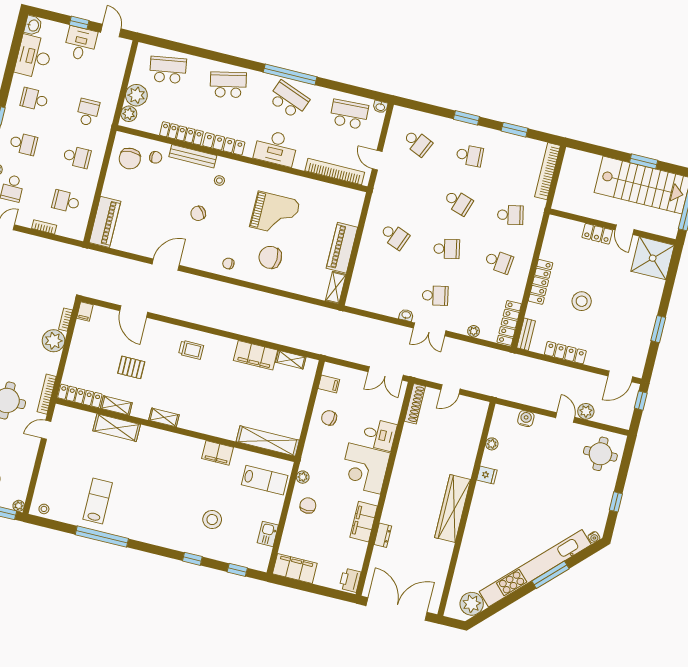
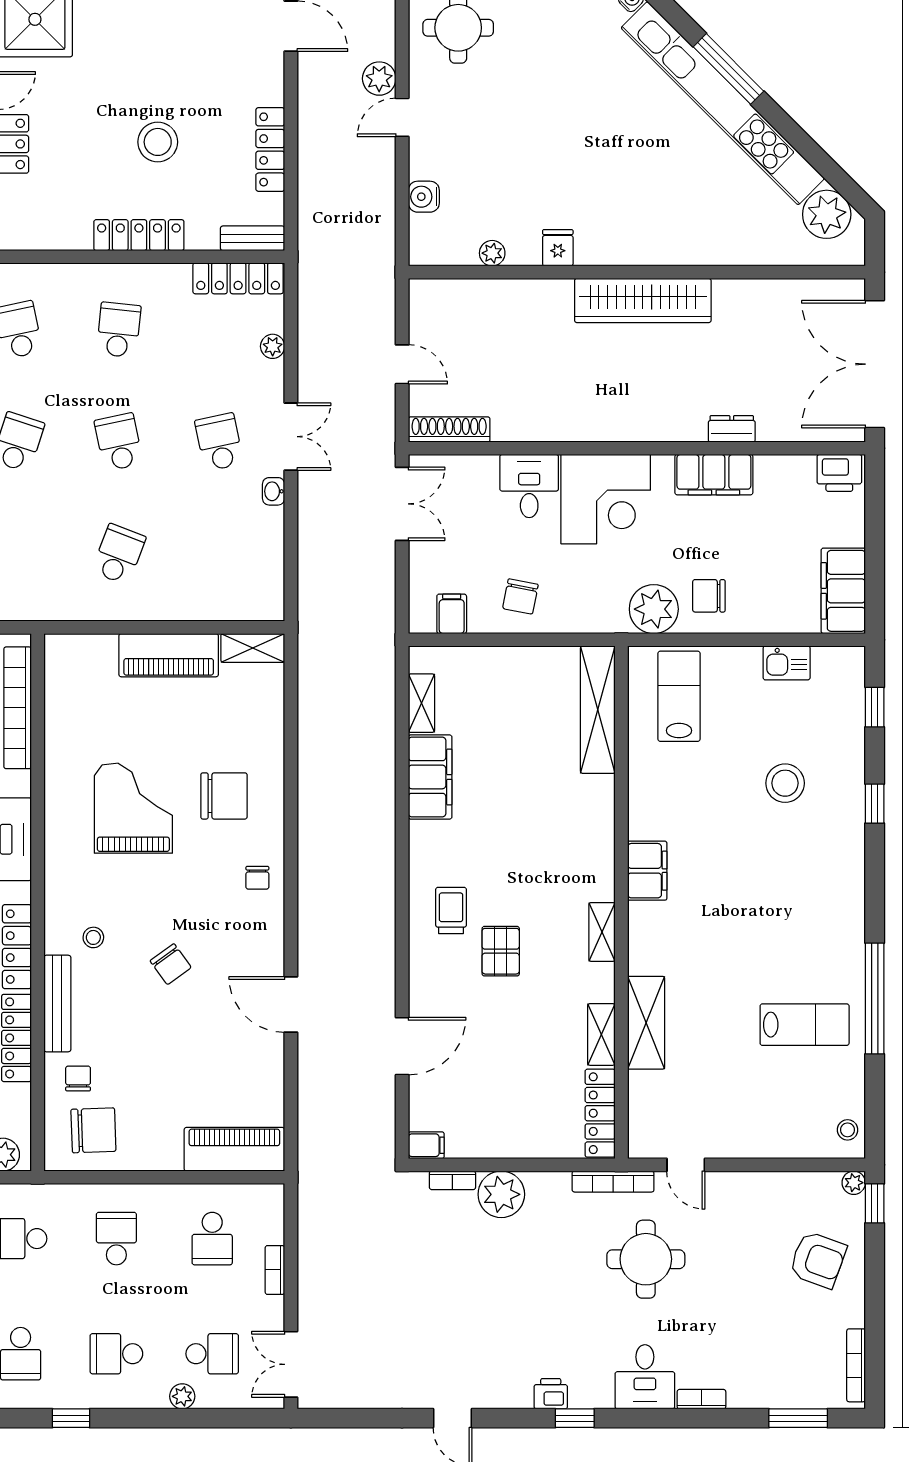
school desk: (23, 144) -> (116, 1354), turned -90
chair: (270, 257) -> (224, 796), turned -92
pallet: (131, 367) -> (501, 951), moved
filing cabinet: (217, 453) -> (647, 871), moved
plant: (303, 477) -> (654, 609), width x1.87, depth x1.87
lab bench: (98, 501) -> (805, 1025), turned 180

